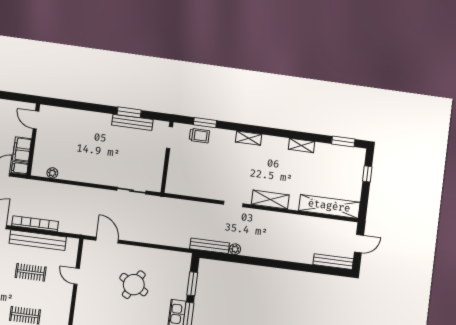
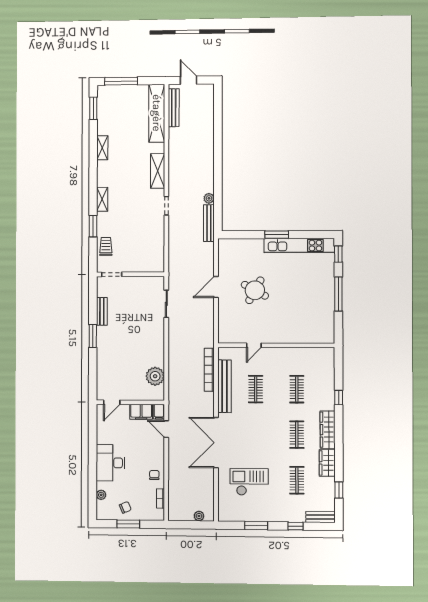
window: (129, 112) -> (93, 336), moved
bench: (132, 122) -> (102, 311), width x0.73
window: (205, 123) -> (93, 226), moved
plant: (52, 173) -> (155, 376), width x1.88, depth x1.88
window: (367, 174) -> (121, 81), width x2.17
bookcase: (35, 224) -> (209, 370), moved
door: (107, 240) -> (216, 287), moved
bench: (333, 262) -> (174, 108), moved
window: (192, 284) -> (247, 235), removed

